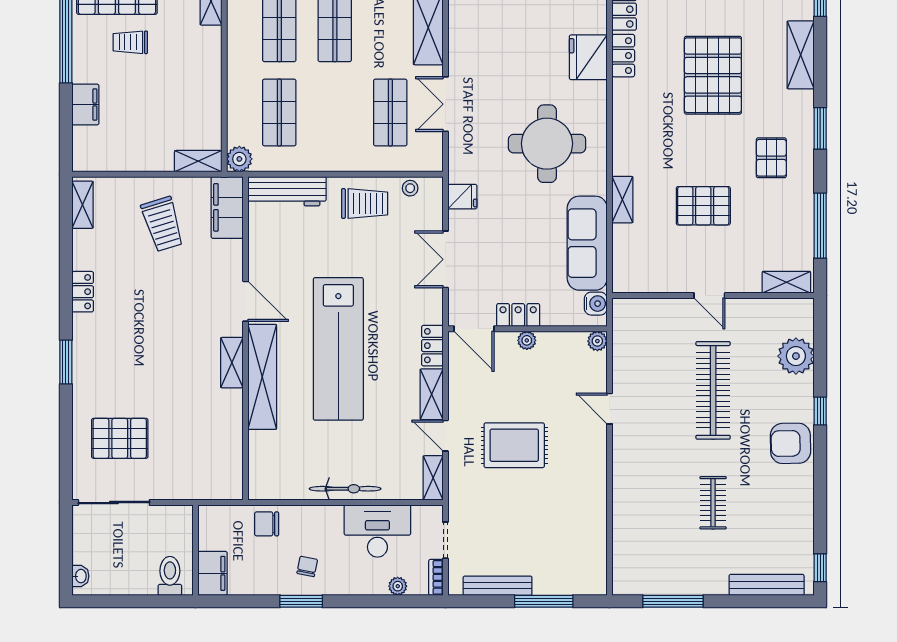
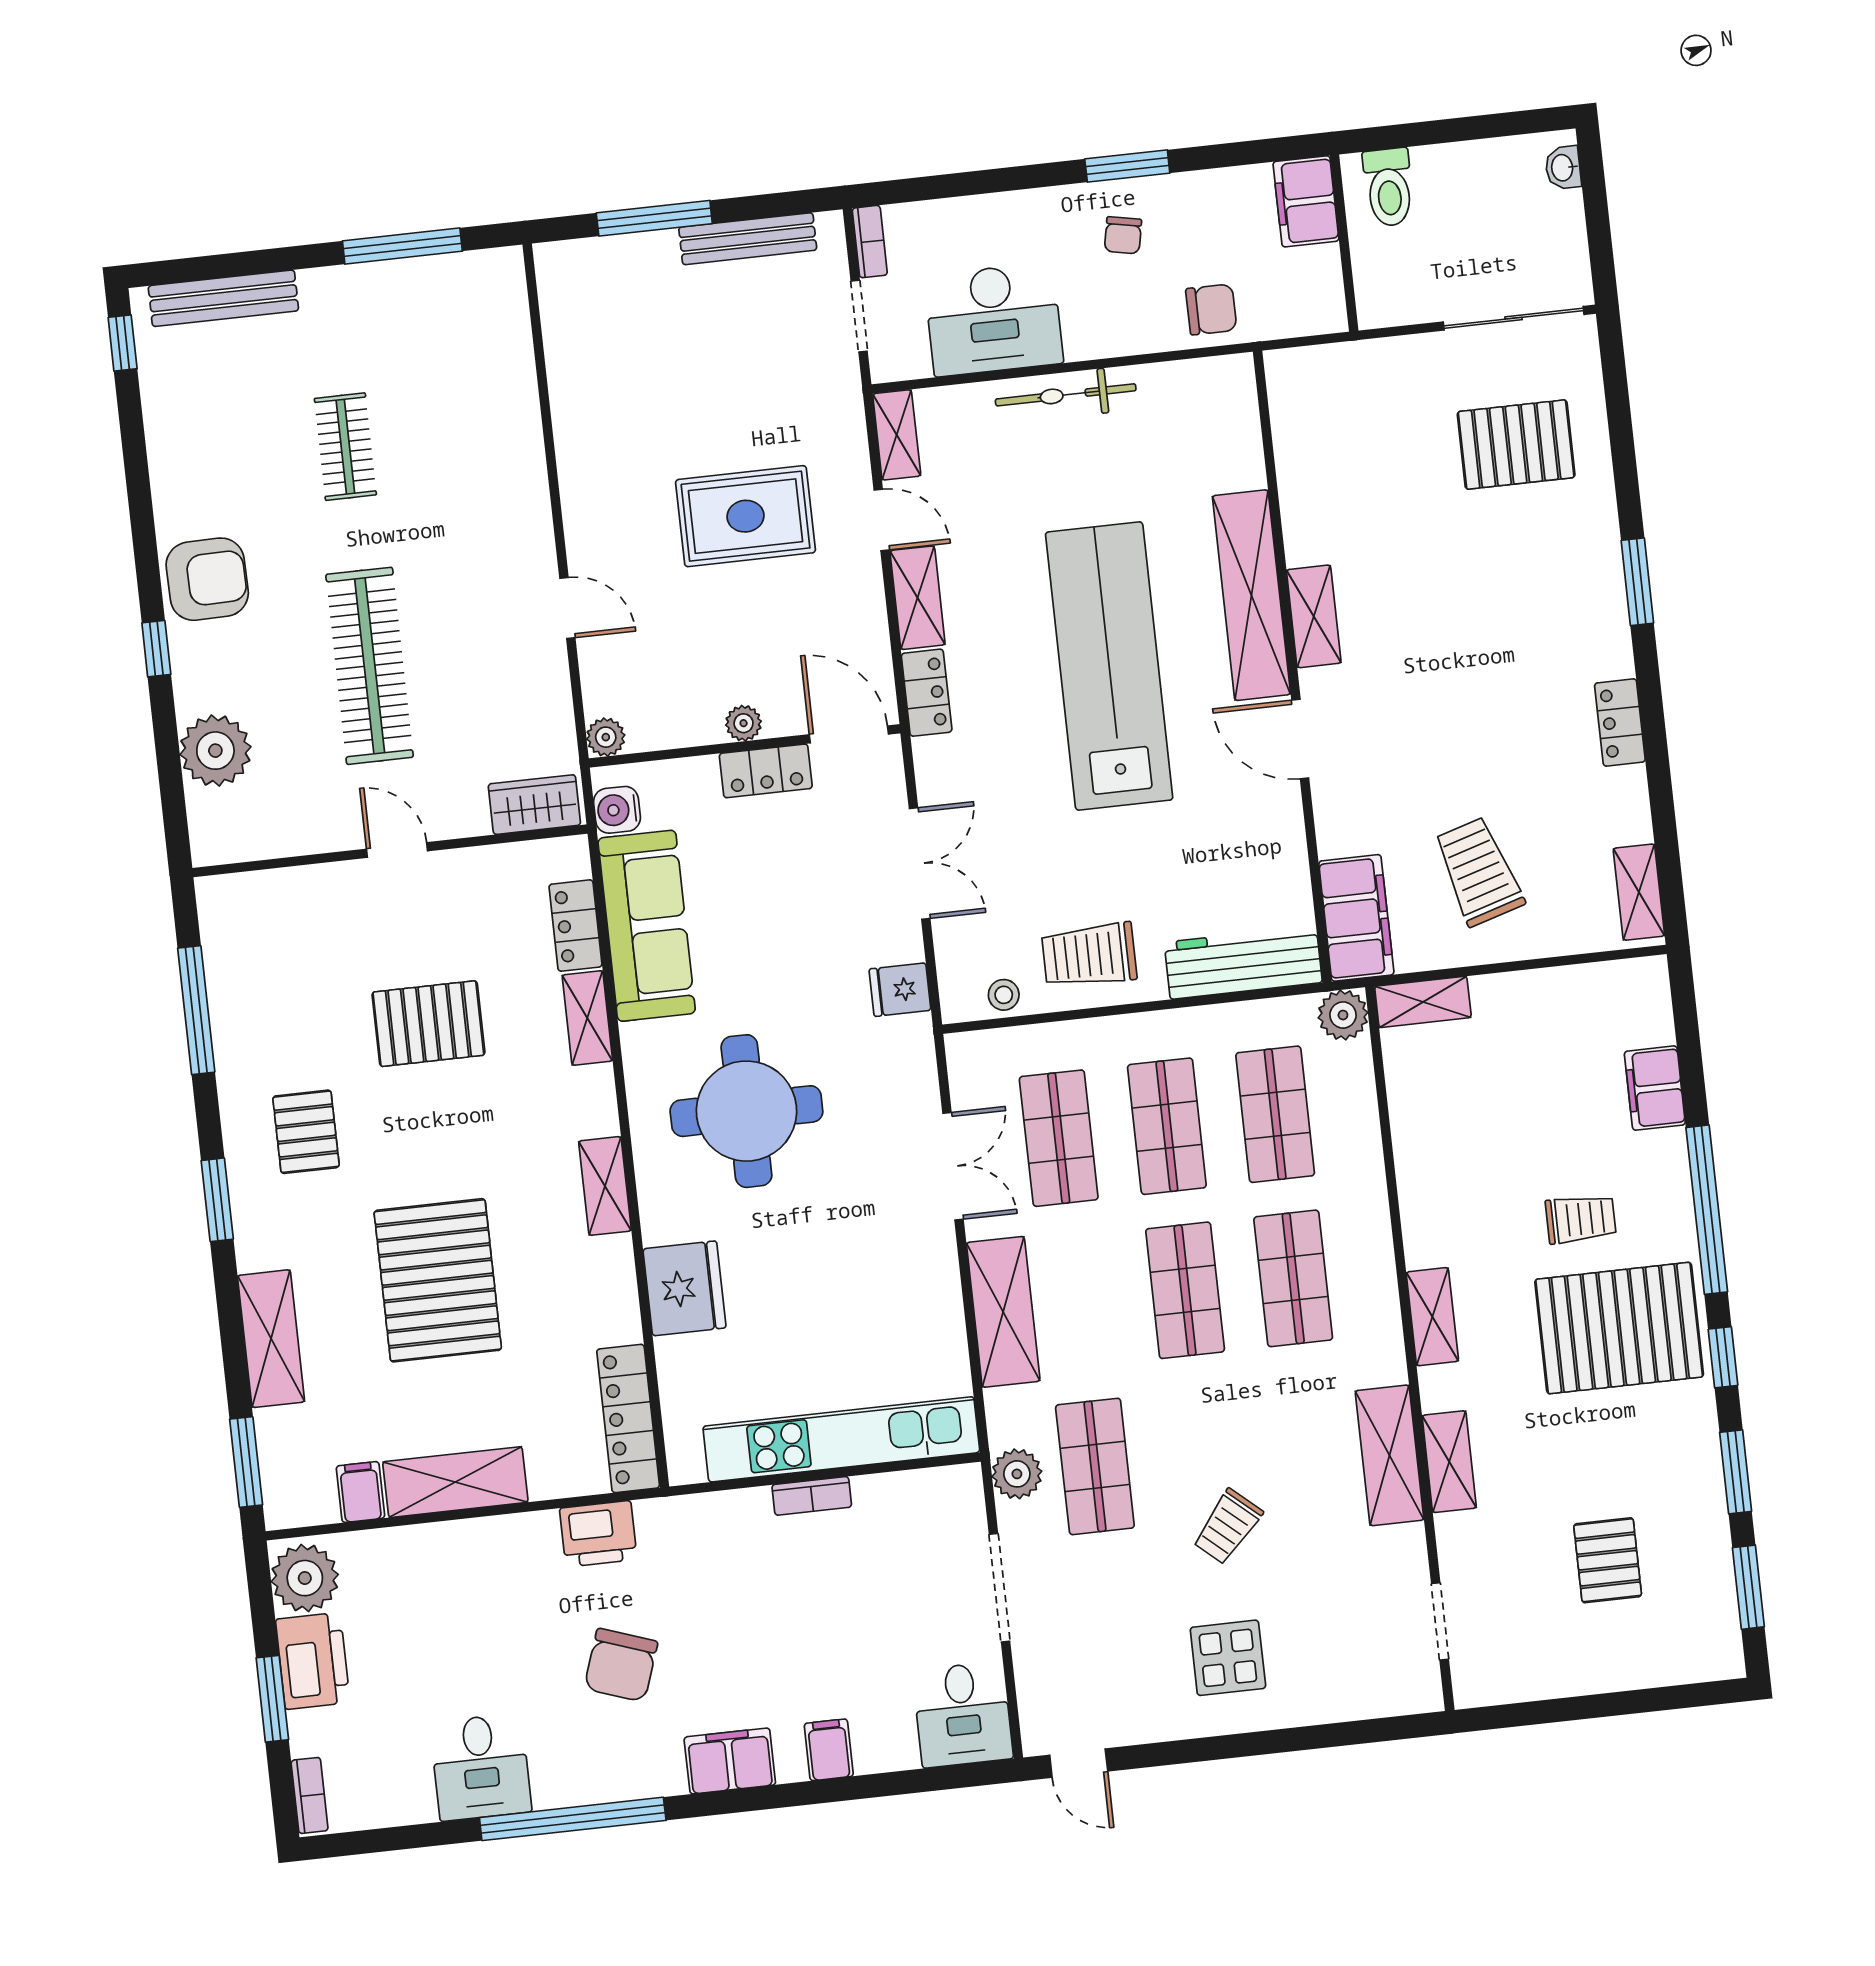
locker: (623, 56) -> (575, 926), moved
shop shelf: (335, 112) -> (1167, 1126), added
shelving: (786, 282) -> (605, 1186), moved, turned 90
wardrobe: (637, 311) -> (534, 805), added
plant: (398, 586) -> (942, 216), removed

